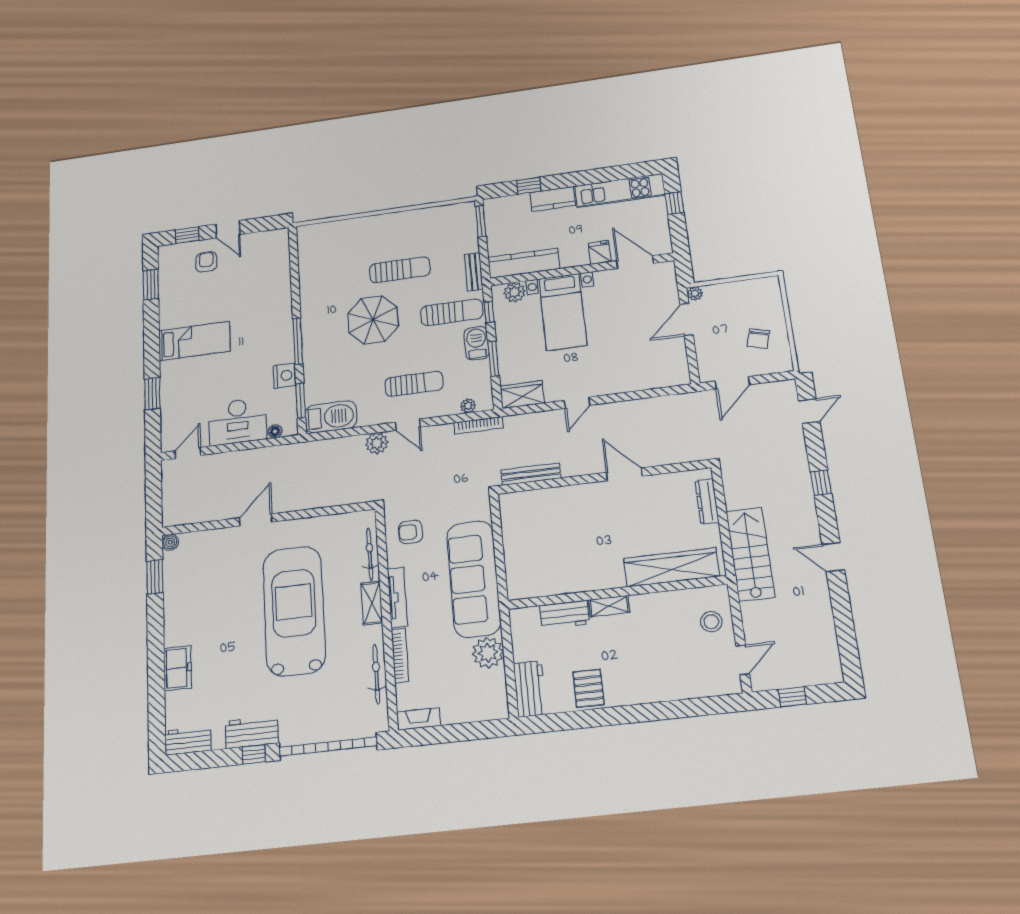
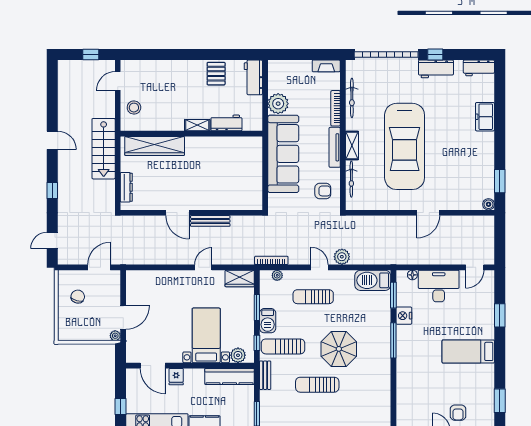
bench: (531, 474) -> (210, 221), moved

